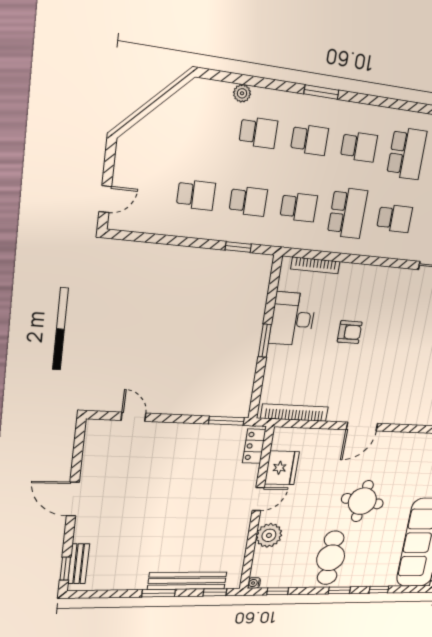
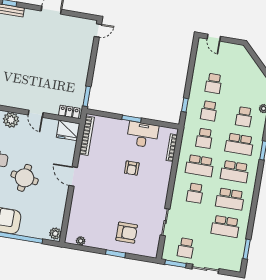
school desk: (310, 140) -> (239, 144), width x1.85
school desk: (359, 147) -> (235, 172), width x1.85
door: (133, 417) -> (98, 30), moved
fridge: (282, 468) -> (68, 130), moved

